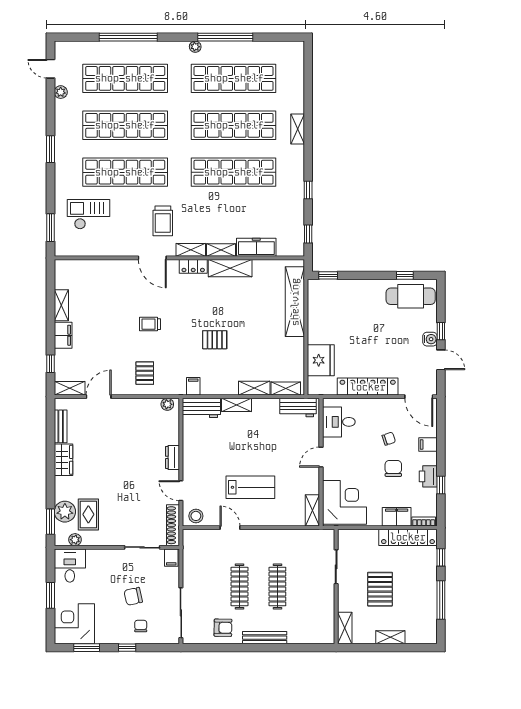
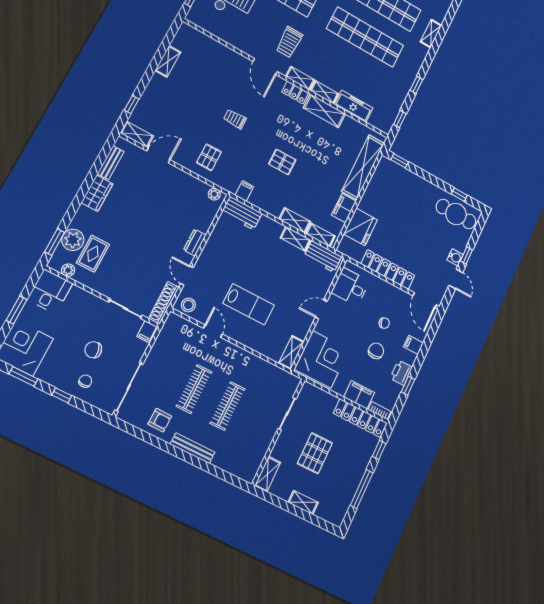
filing cabinet: (63, 335) -> (344, 208), moved, turned 180
shelving: (237, 405) -> (295, 239), moved

